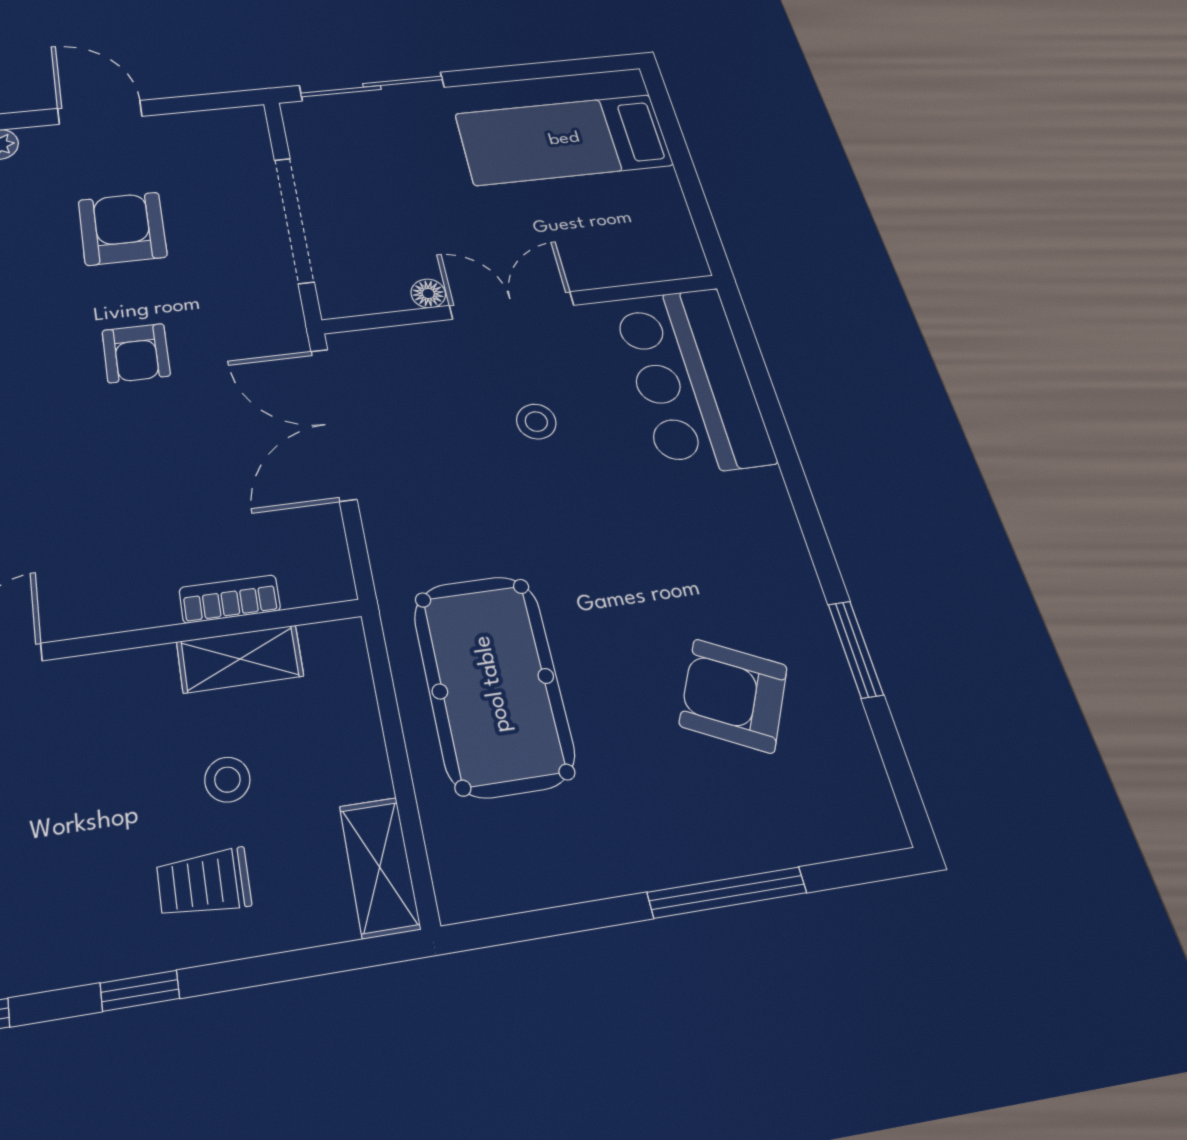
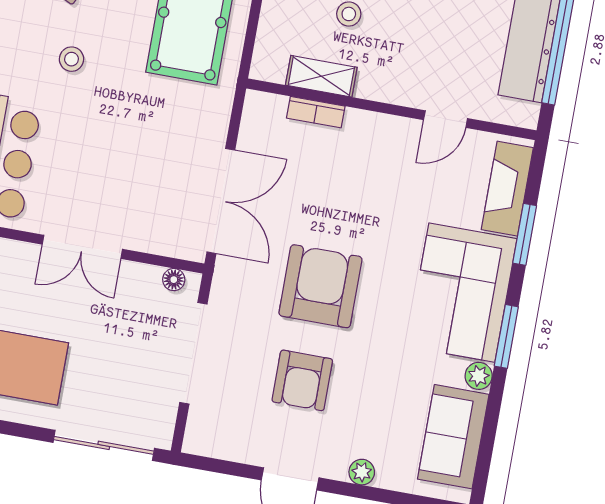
floor lamp: (428, 293) -> (174, 280), moved
armchair: (136, 353) -> (320, 286), width x1.88, depth x1.88
stool: (536, 422) -> (72, 59), moved

